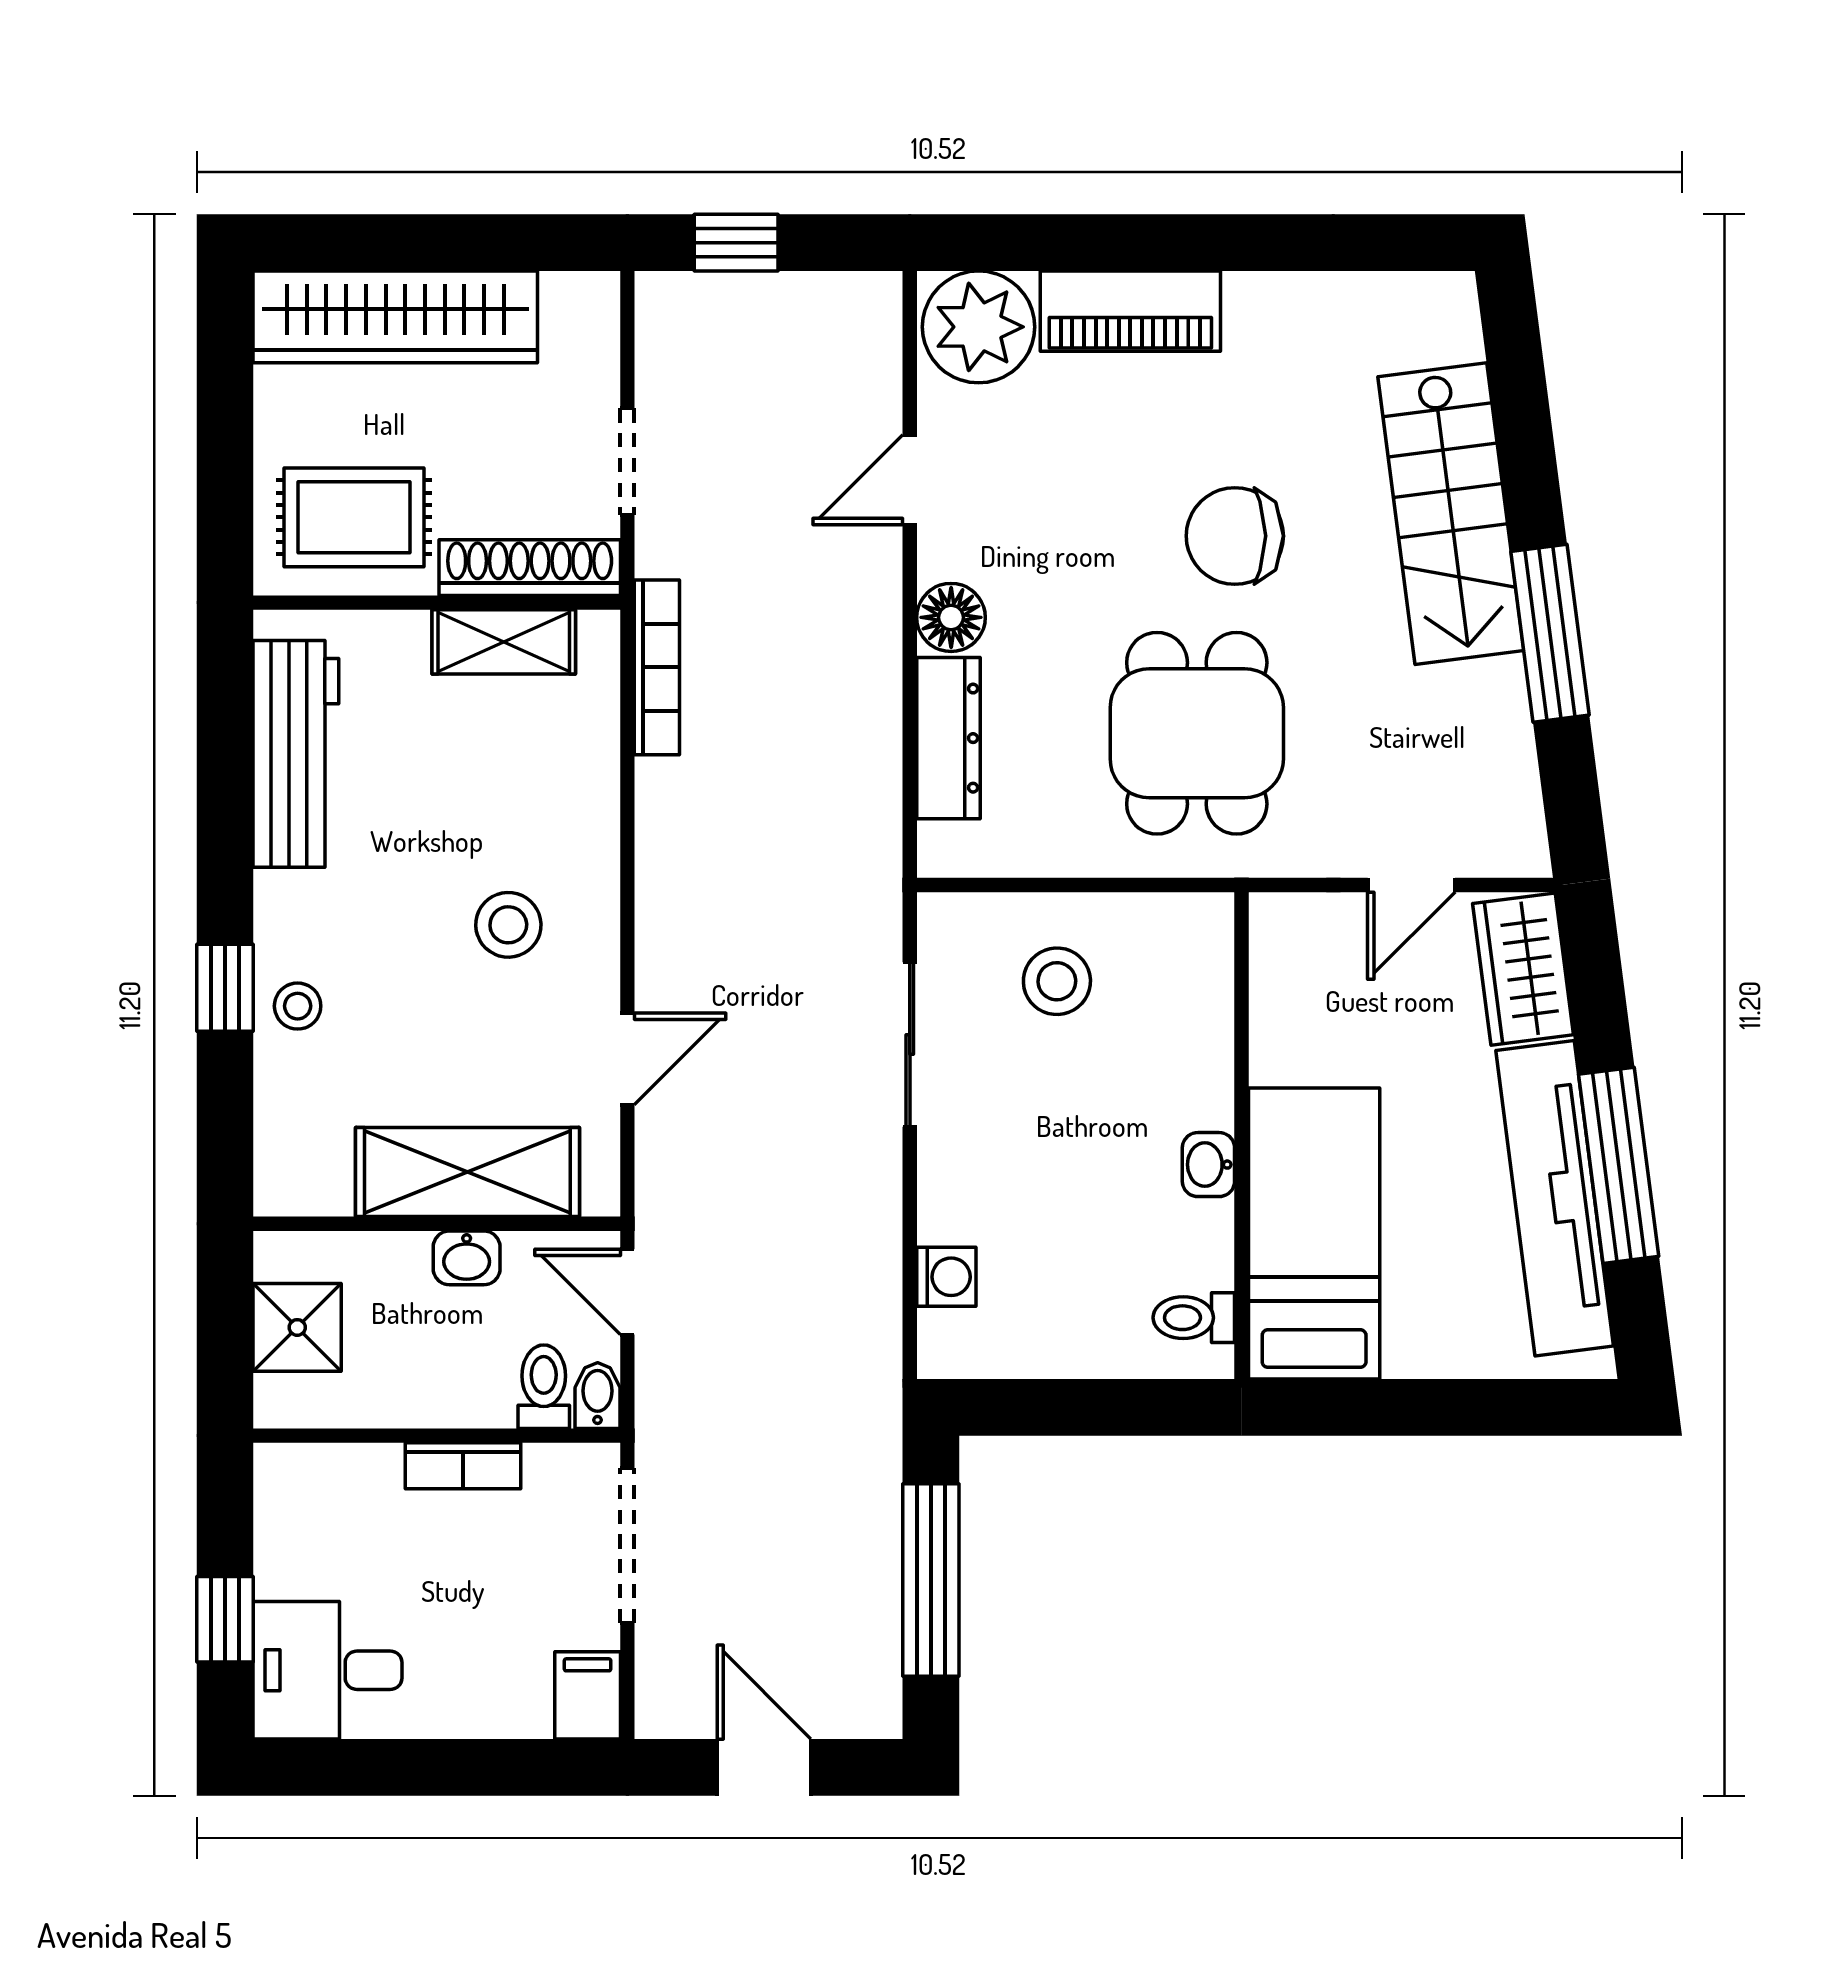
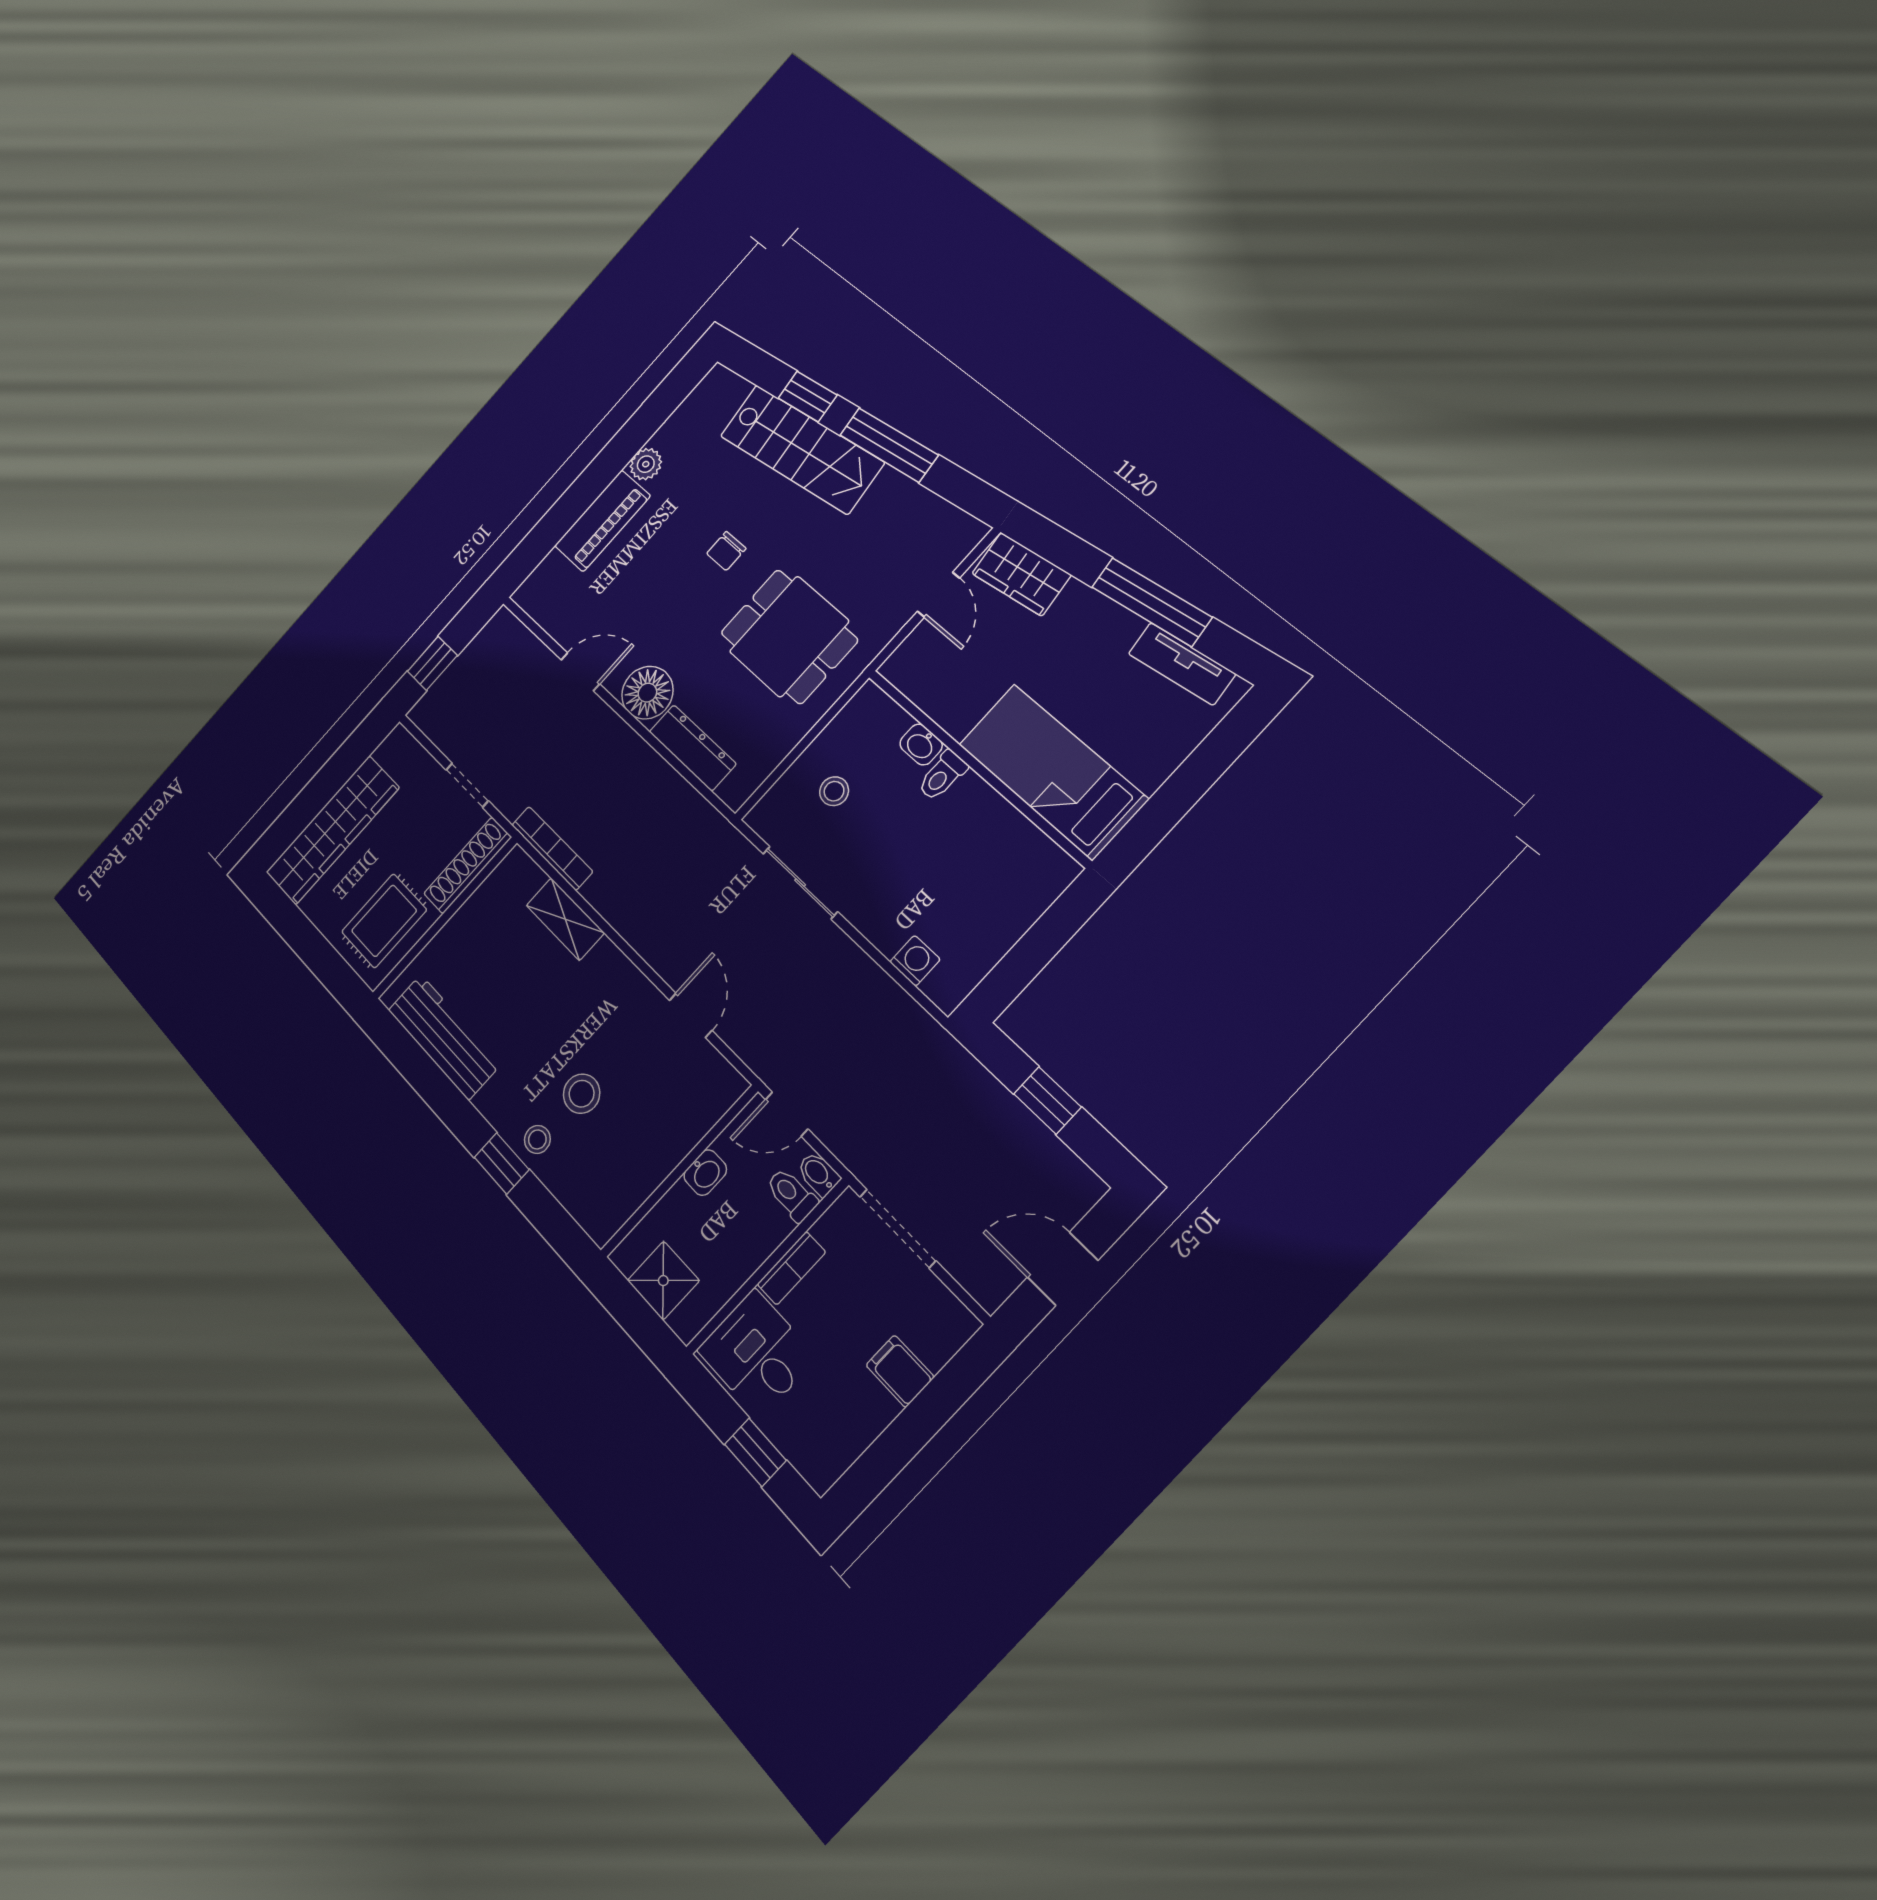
plant: (979, 327) -> (646, 464), moved, width x0.53, depth x0.53
window: (1527, 454) -> (808, 397), added
door: (910, 480) -> (580, 672), swing flipped
chair: (1235, 536) -> (726, 551), width x0.54, depth x0.54
floor lamp: (951, 617) -> (647, 693), width x1.38, depth x1.38
shelving: (504, 642) -> (565, 919), moved, turned 90
stool: (508, 925) -> (582, 1094), moved
stool: (1057, 981) -> (834, 791), width x0.73, depth x0.73
washbasin: (1208, 1165) -> (921, 745), moved
shelving: (467, 1172) -> (671, 1135), removed
tv unit: (1555, 1198) -> (1182, 664), width x0.52, depth x0.78
toilet: (1194, 1318) -> (942, 776), moved
window: (931, 1580) -> (1047, 1100), width x0.46
desk: (328, 1670) -> (757, 1353), moved, turned 90
filing cabinet: (588, 1695) -> (900, 1371), moved

